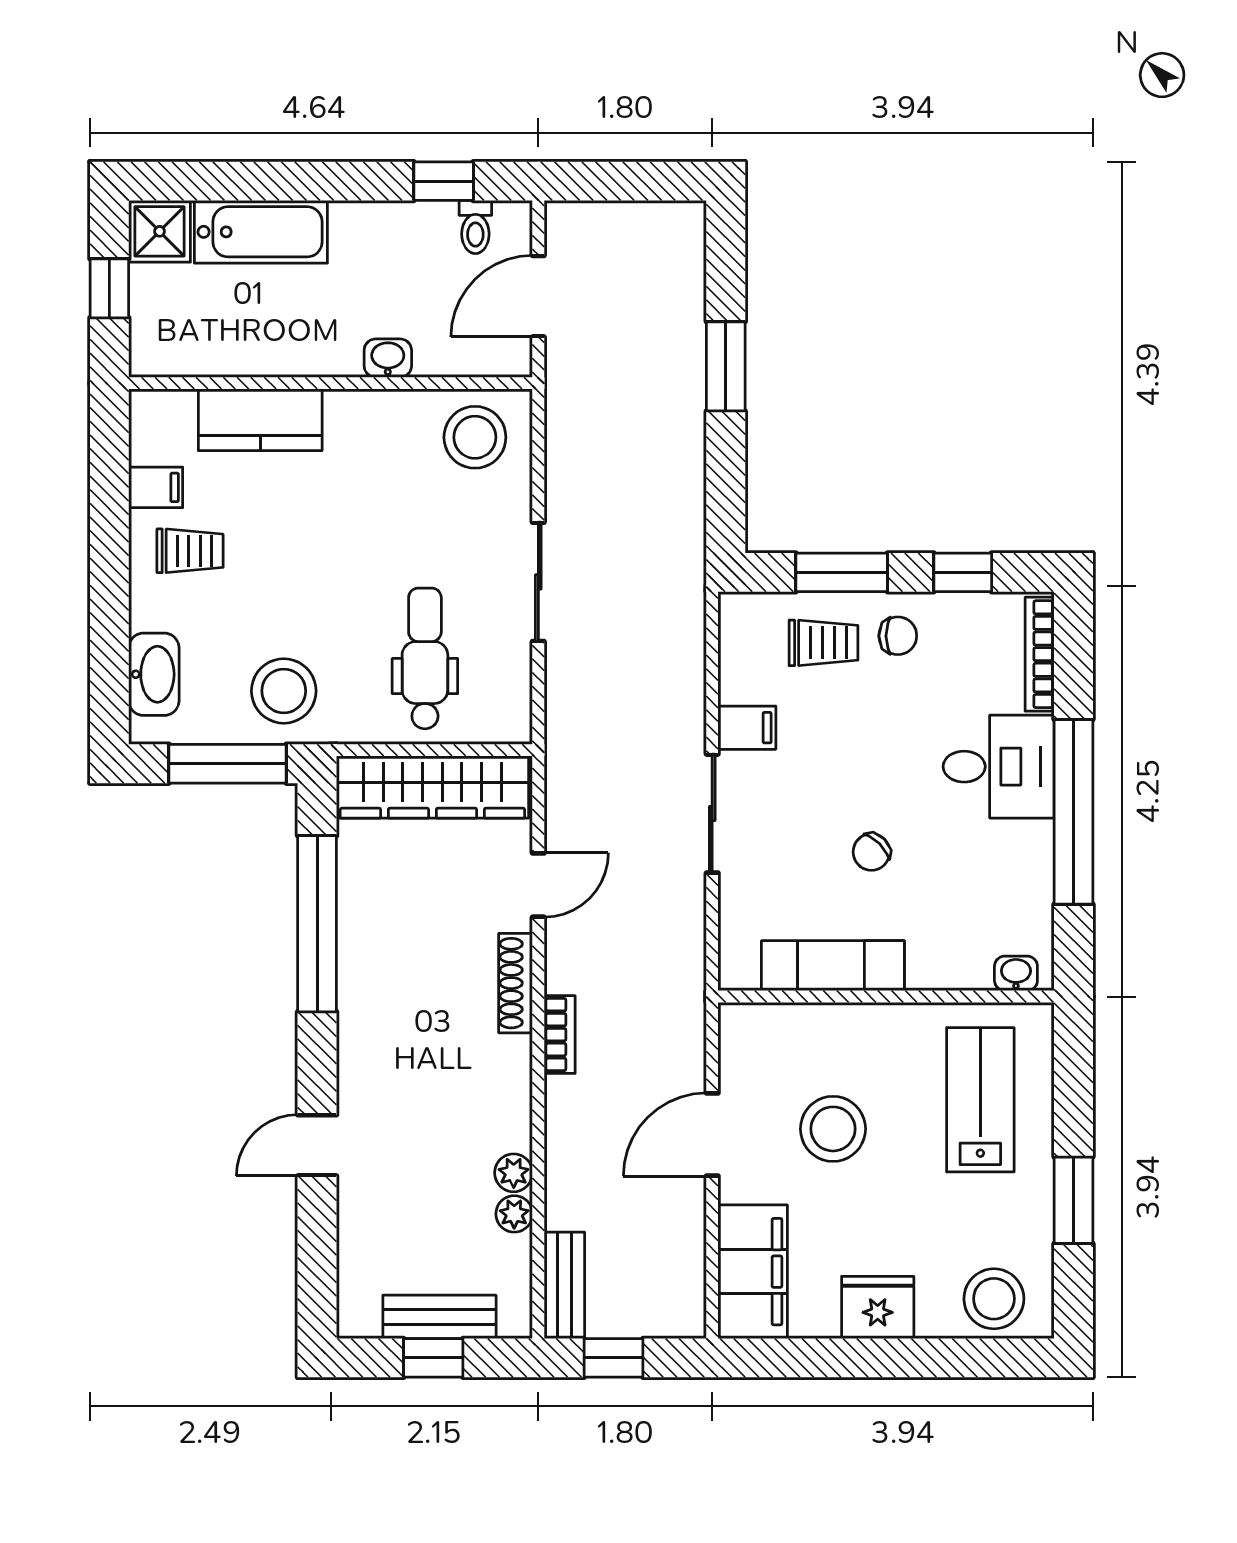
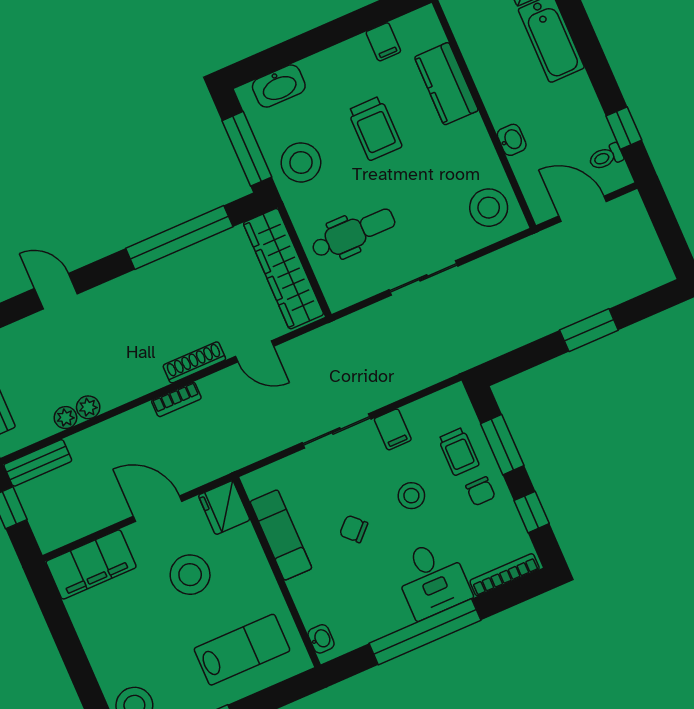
trolley: (190, 551) -> (375, 128), moved, width x1.36, depth x1.39
stool: (859, 743) -> (411, 496), added
fridge: (878, 1307) -> (224, 508), moved, turned 180

